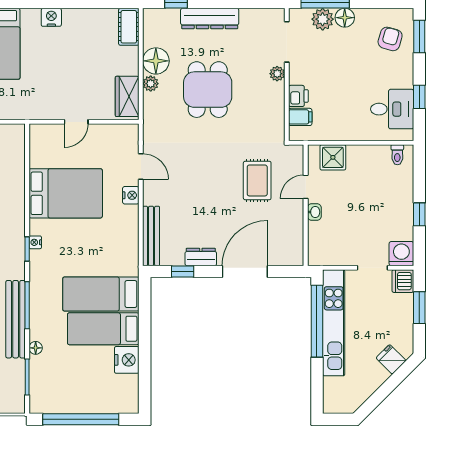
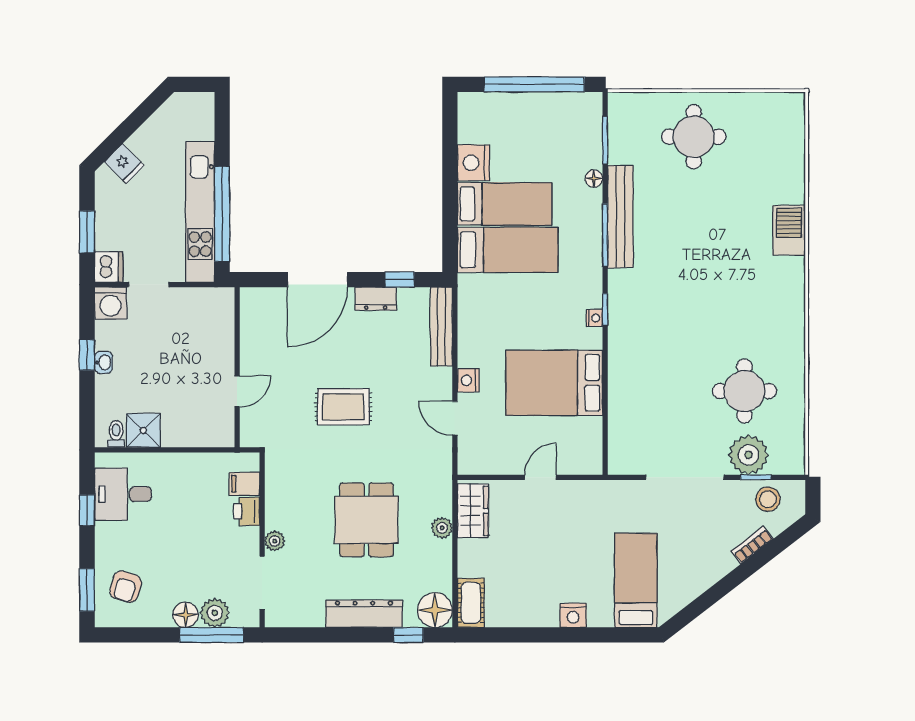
floor lamp: (156, 61) -> (435, 610), moved
shower: (333, 157) -> (143, 430), moved
rug: (257, 180) -> (343, 407), moved, turned 90
washbasin: (314, 212) -> (103, 362), moved, turned 180

